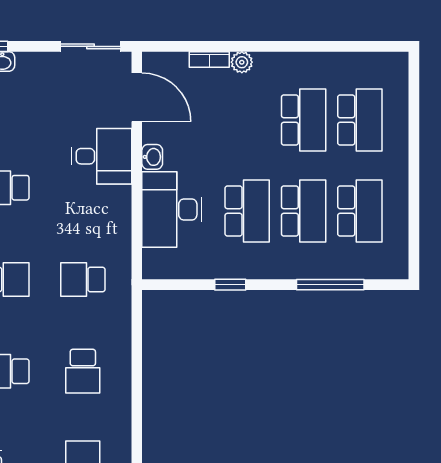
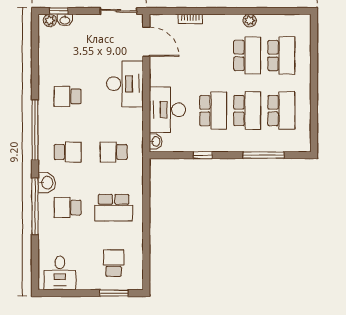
plant: (242, 62) -> (250, 21), moved
desk: (102, 156) -> (125, 84), width x1.37
washbasin: (152, 157) -> (156, 141), moved
school desk: (83, 371) -> (114, 208), width x1.85

